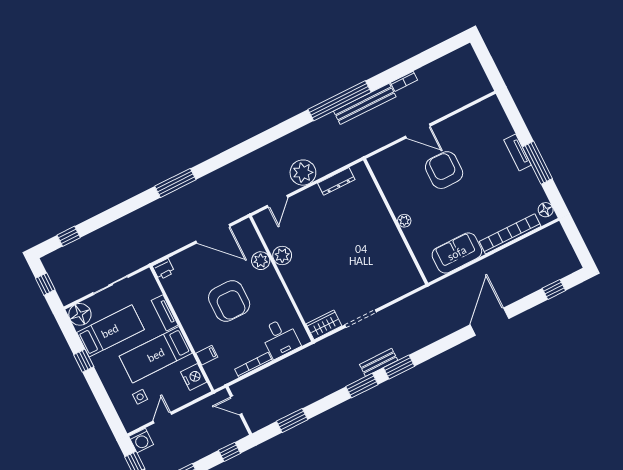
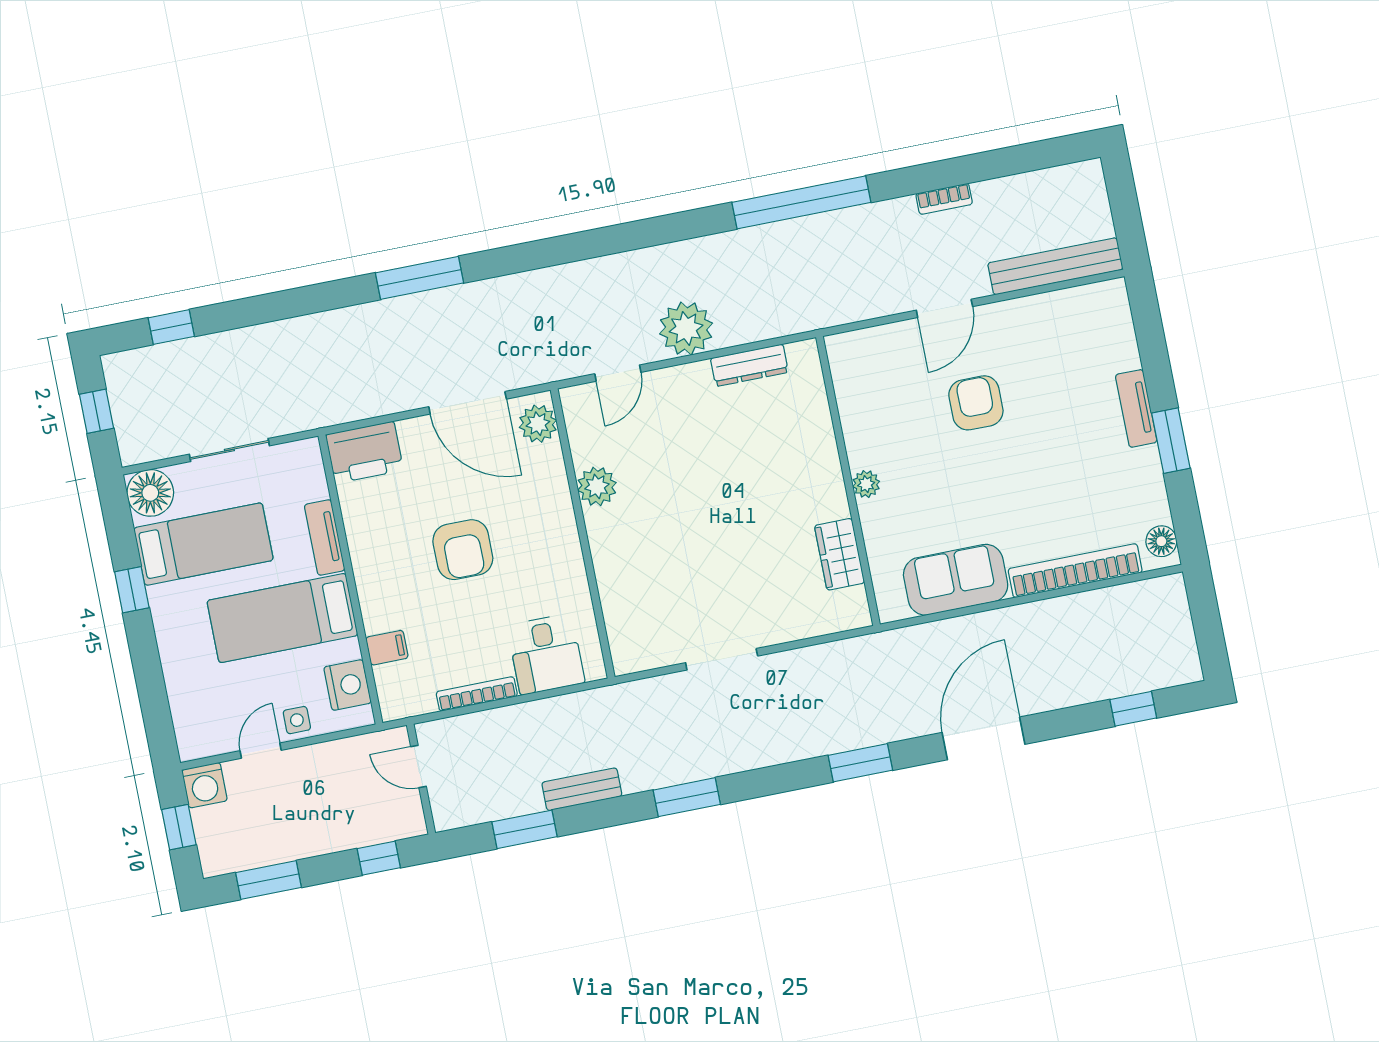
bench: (365, 104) -> (1055, 266), moved
door: (418, 131) -> (944, 308), hinge flipped
window: (537, 163) -> (1171, 441), width x0.69
armchair: (444, 170) -> (976, 403), width x0.73, depth x0.73
plant: (261, 261) -> (538, 424), moved
printer: (164, 269) -> (364, 452), width x1.87, depth x1.48
armchair: (229, 301) -> (463, 550), width x0.73, depth x0.73
wardrobe: (324, 325) -> (839, 554), moved, turned -90
bench: (379, 362) -> (582, 789), moved
window: (399, 367) -> (860, 763), moved
side table: (140, 397) -> (297, 720), moved

